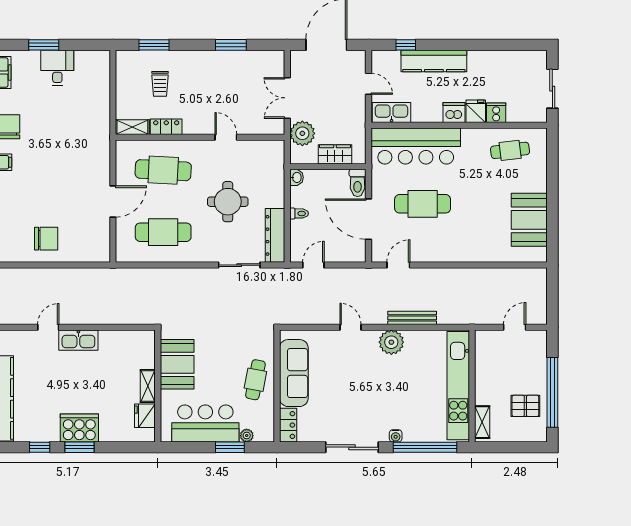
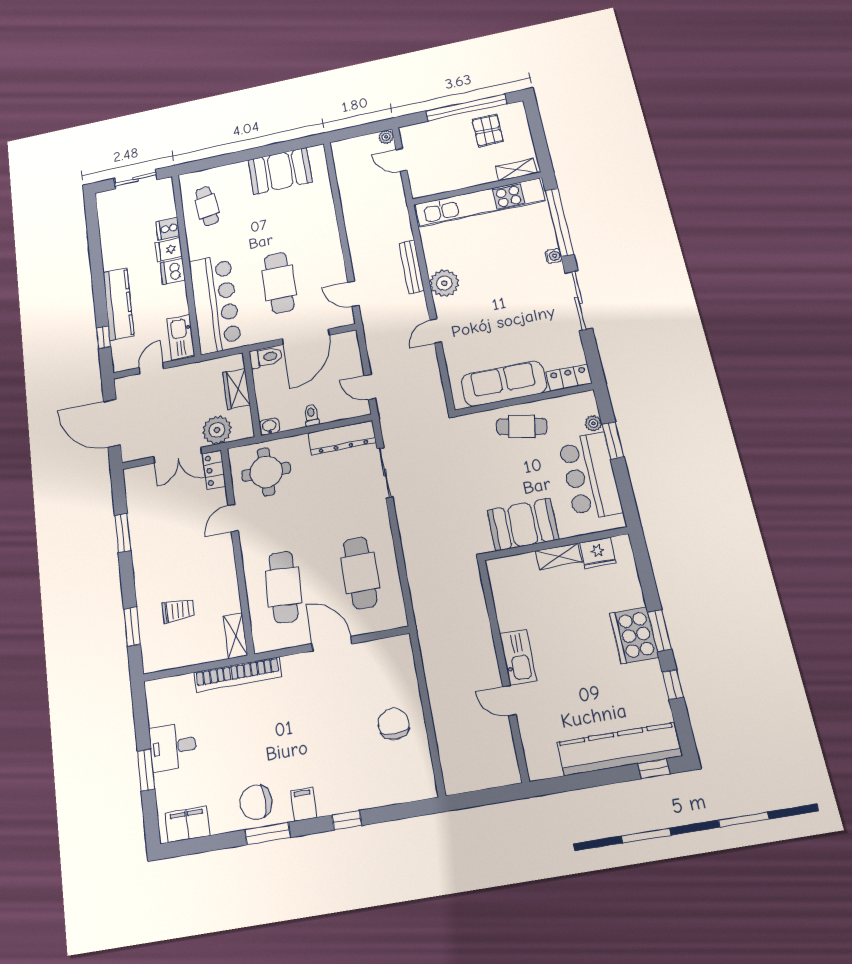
bookcase: (103, 125) -> (238, 674), added
locker: (166, 127) -> (214, 470), moved
round table: (228, 202) -> (266, 472), moved
plant: (540, 318) -> (386, 137), added

